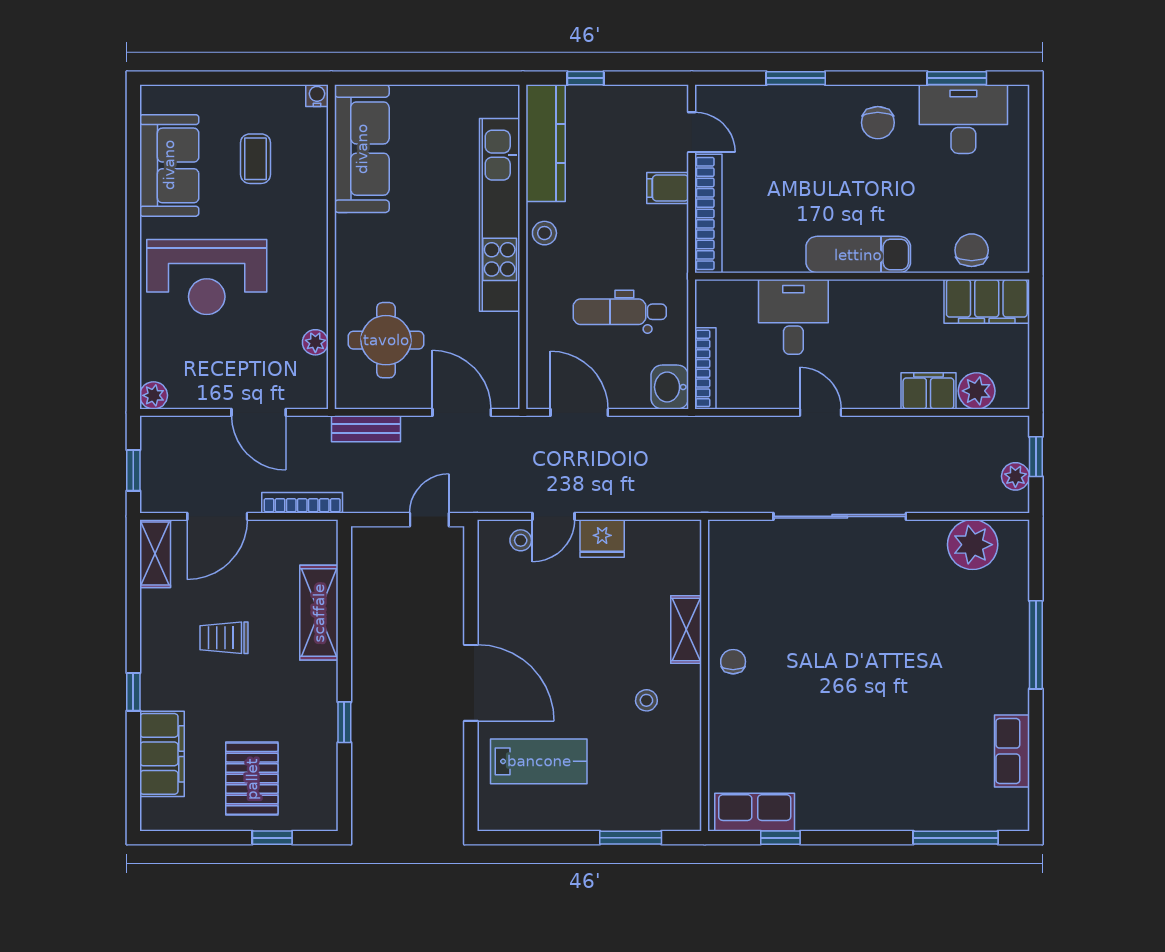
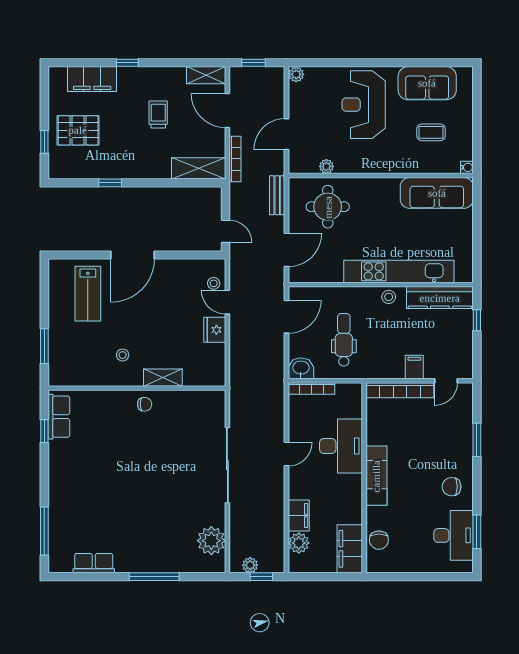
chair: (972, 250) -> (379, 540), turned 90
desk: (793, 317) -> (341, 446), width x1.37
shelving: (319, 613) -> (199, 168), moved

